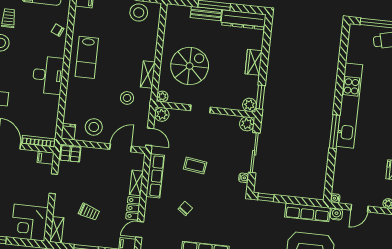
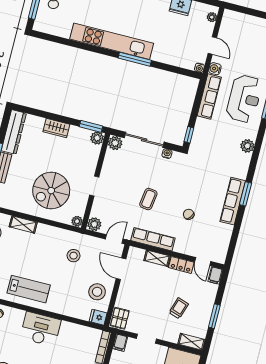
spiral stairs: (190, 66) -> (51, 191), turned -90
shelving: (148, 75) -> (23, 225), moved

